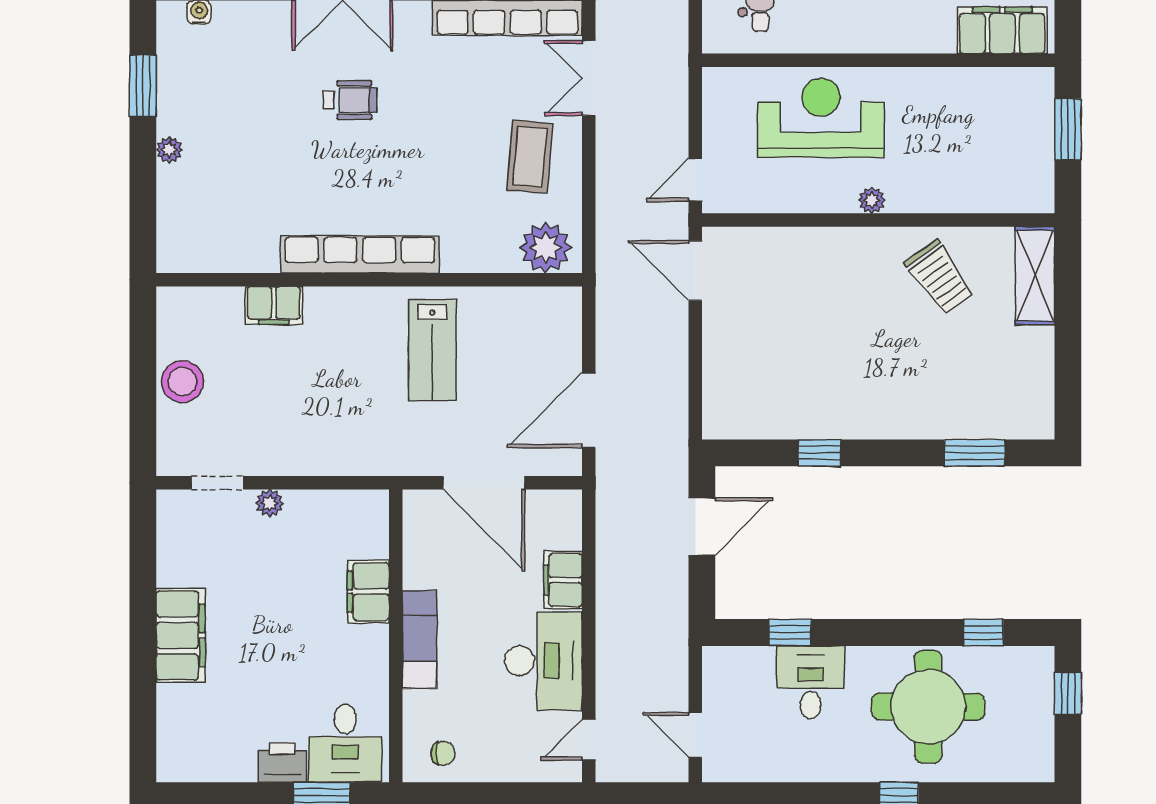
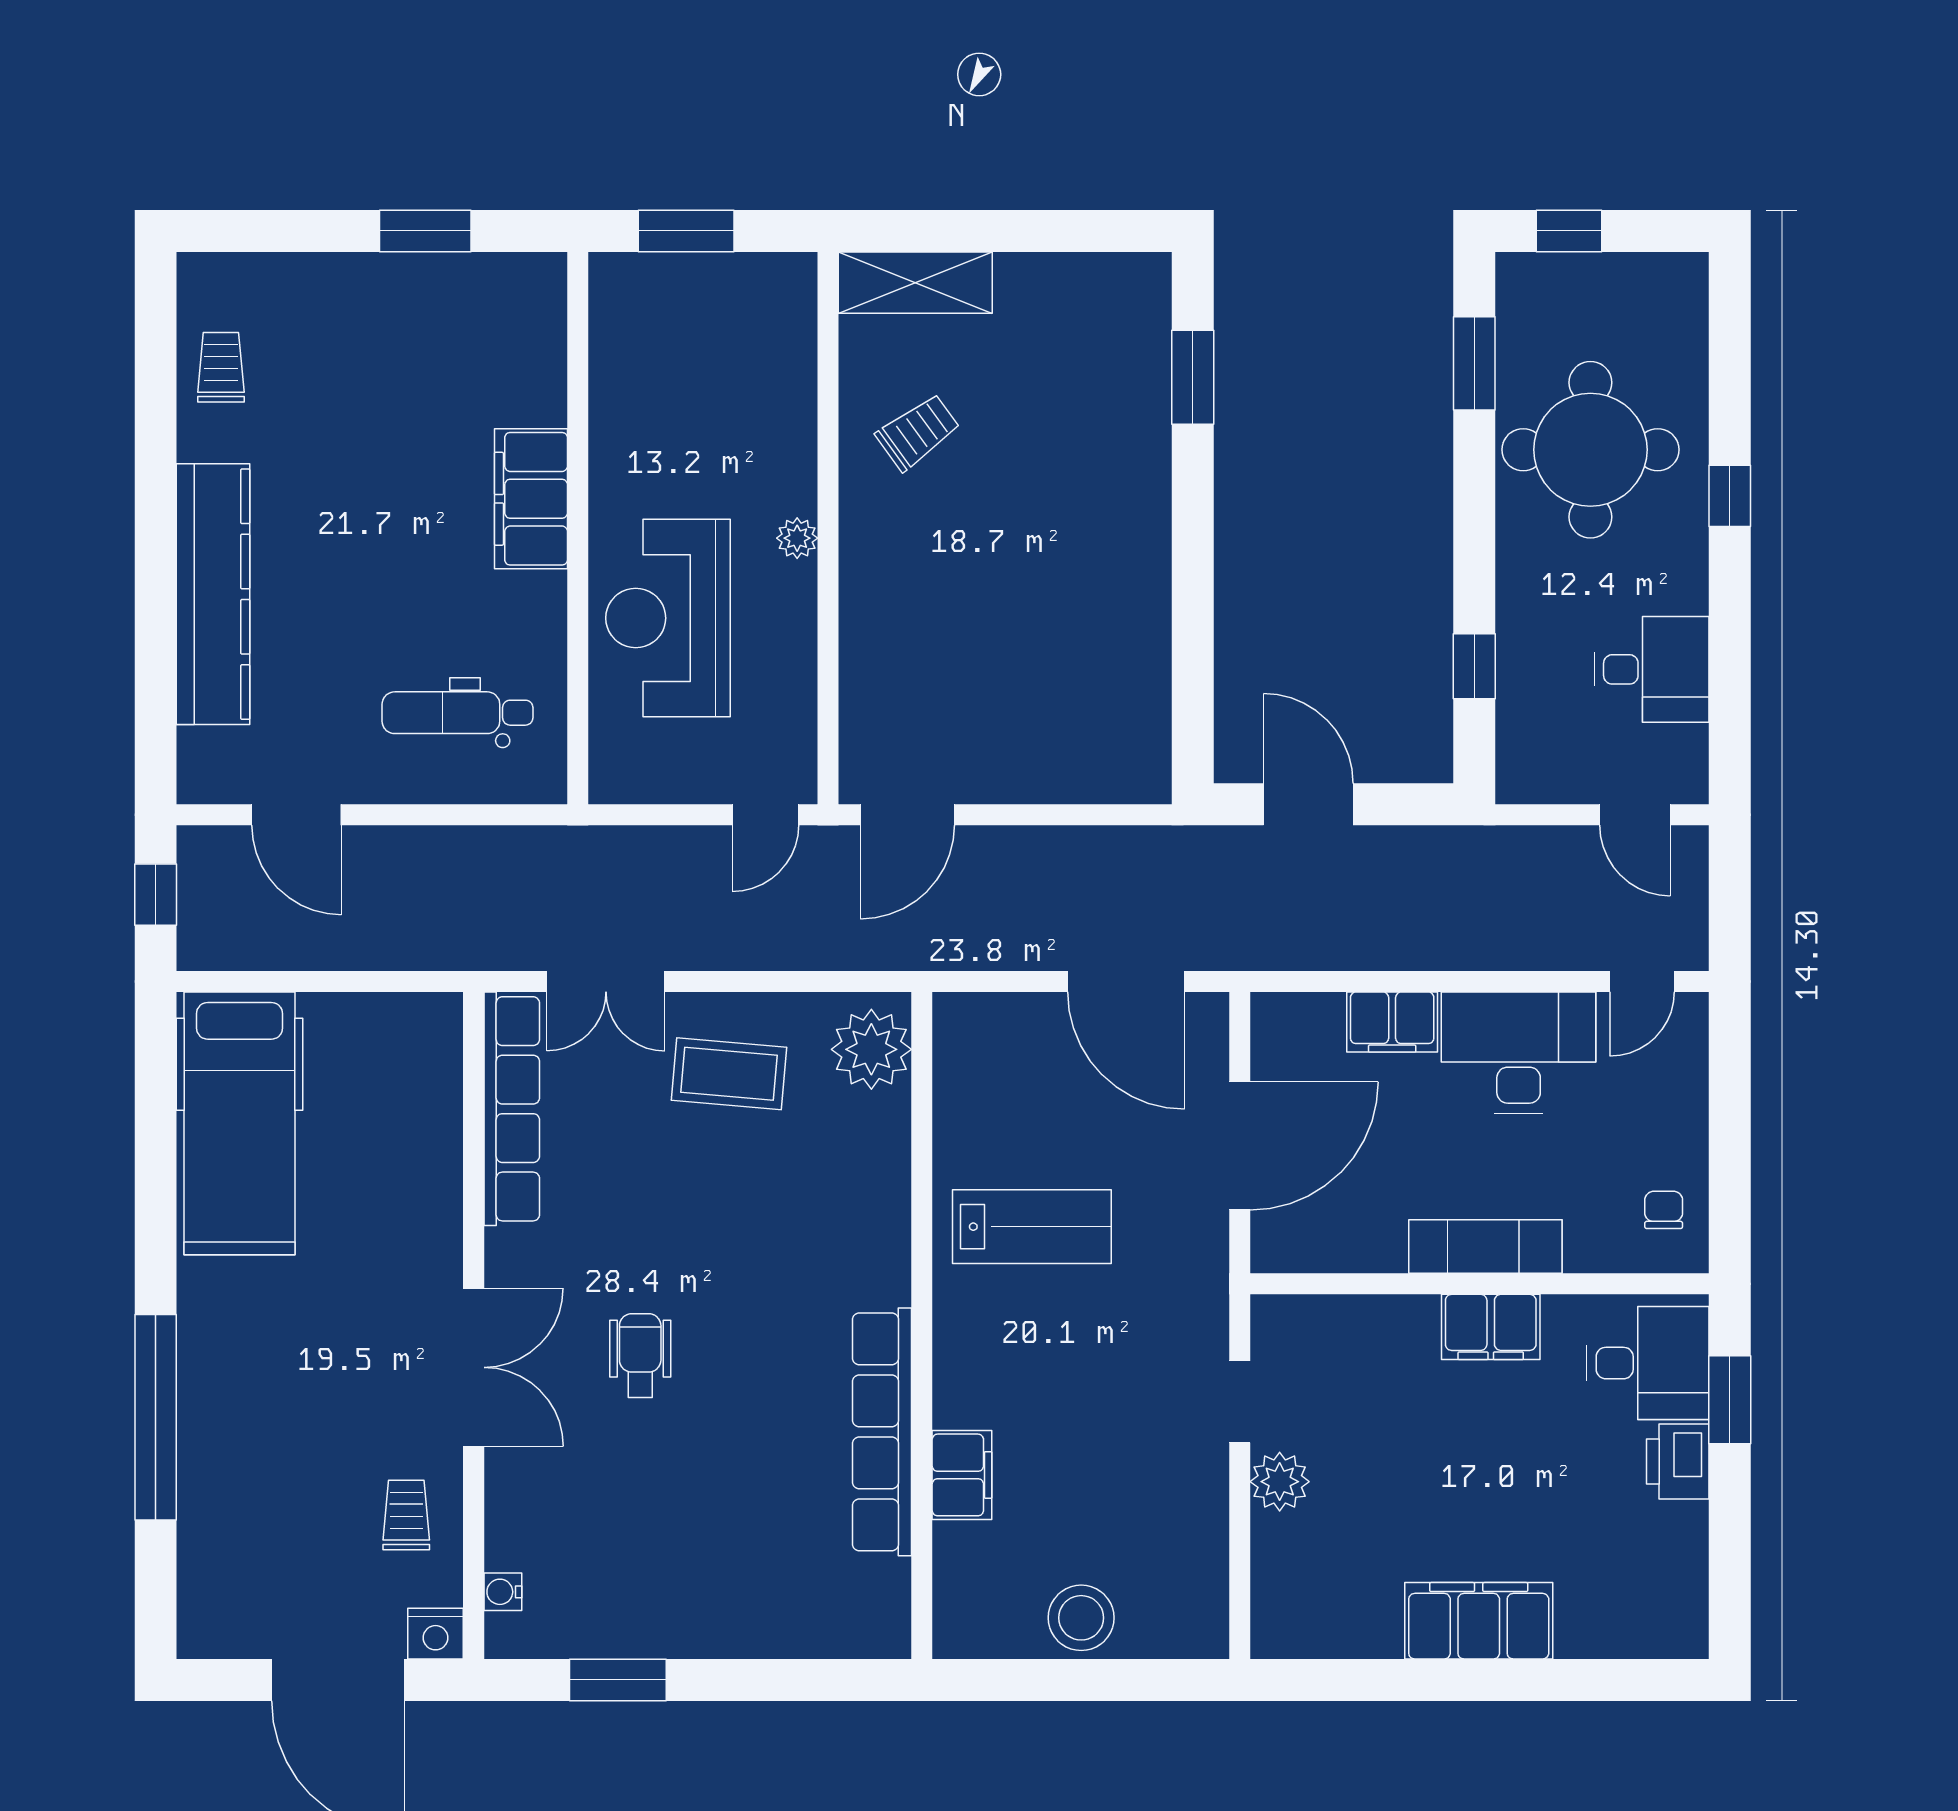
filing cabinet: (1002, 30) -> (531, 499), moved
plant: (169, 150) -> (718, 1639), removed
door: (695, 180) -> (765, 815), hinge flipped
row of seats: (360, 254) -> (882, 1432), moved
trolley: (940, 277) -> (918, 432), width x0.73, depth x0.72
window: (819, 453) -> (1193, 620), removed
doorway: (218, 483) -> (1240, 1402), moved
plant: (270, 503) -> (1280, 1482), width x1.38, depth x1.38
filing cabinet: (368, 592) -> (1491, 1327), moved
window: (983, 633) -> (1474, 363), width x1.50
desk: (811, 682) -> (1652, 669), moved, turned 180
door: (695, 735) -> (1635, 815), hinge flipped
door: (589, 740) -> (1642, 982), hinge flipped

